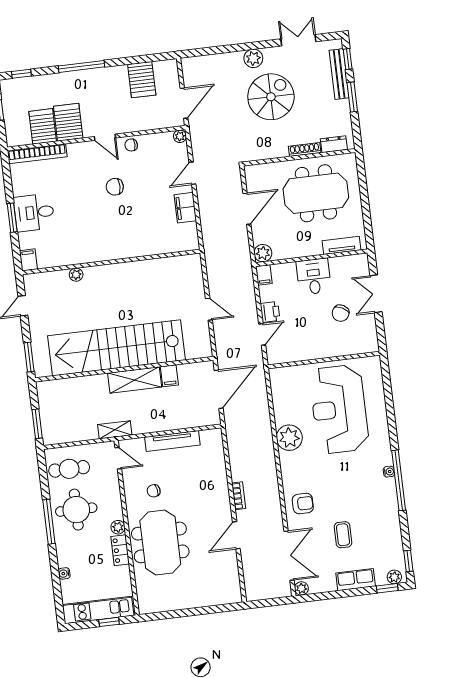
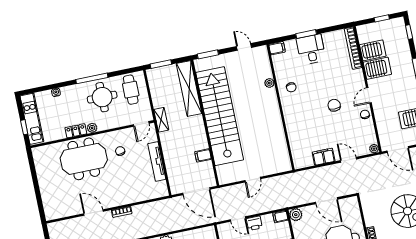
chair: (85, 245) -> (291, 87), added
shelving: (135, 380) -> (189, 88), moved, width x1.47

